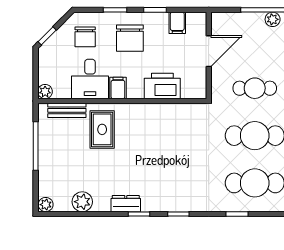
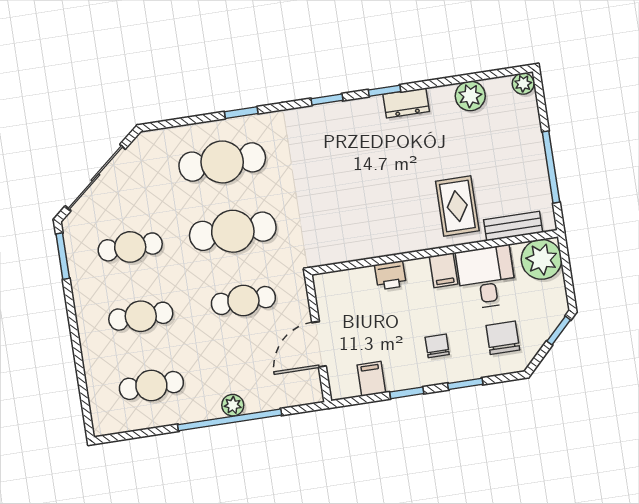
chair: (130, 38) -> (437, 346), width x0.54, depth x0.54
printer: (162, 86) -> (390, 275), width x0.53, depth x0.68
plant: (45, 92) -> (542, 259), width x1.88, depth x1.88

